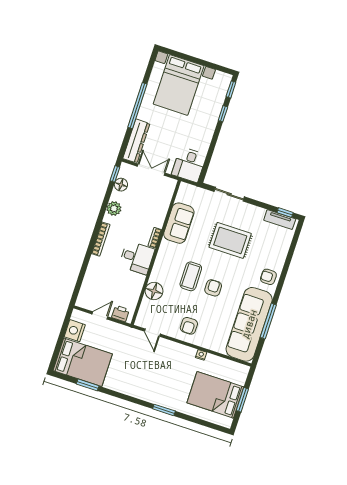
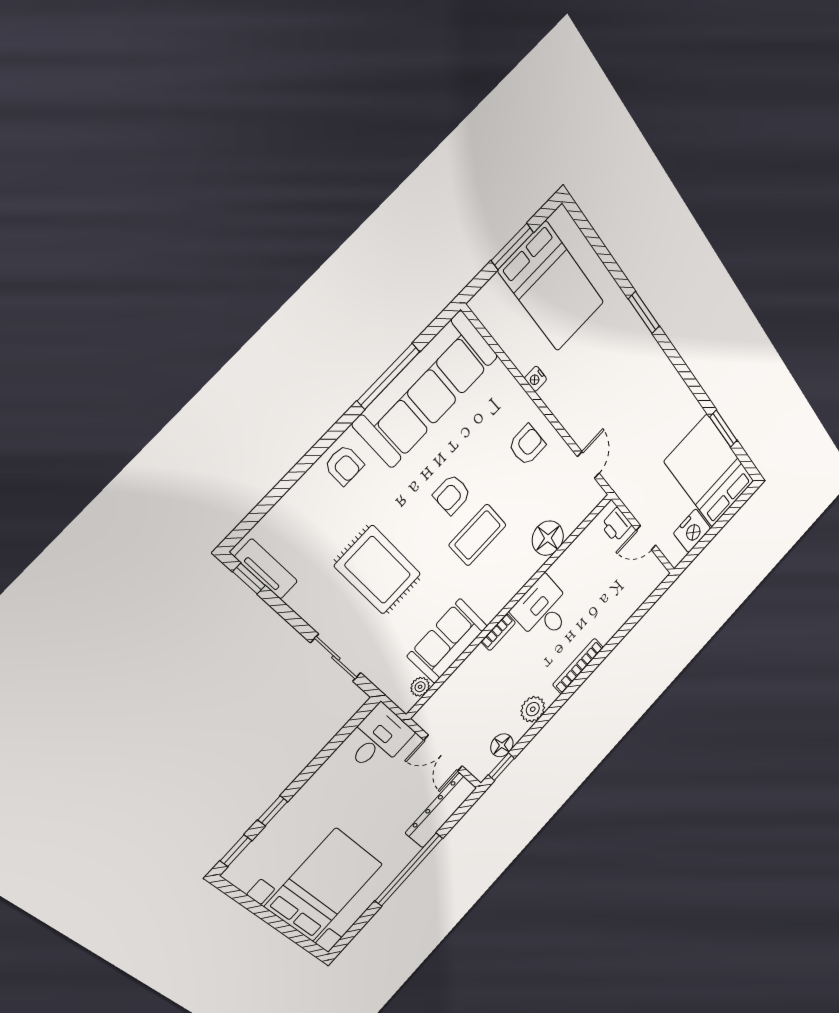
plant: (181, 197) -> (420, 687), added

